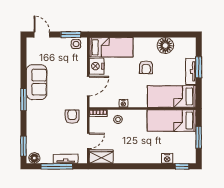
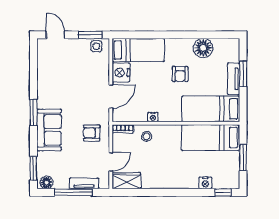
sofa: (36, 82) -> (49, 130), moved
armchair: (72, 117) -> (92, 133), turned -90

